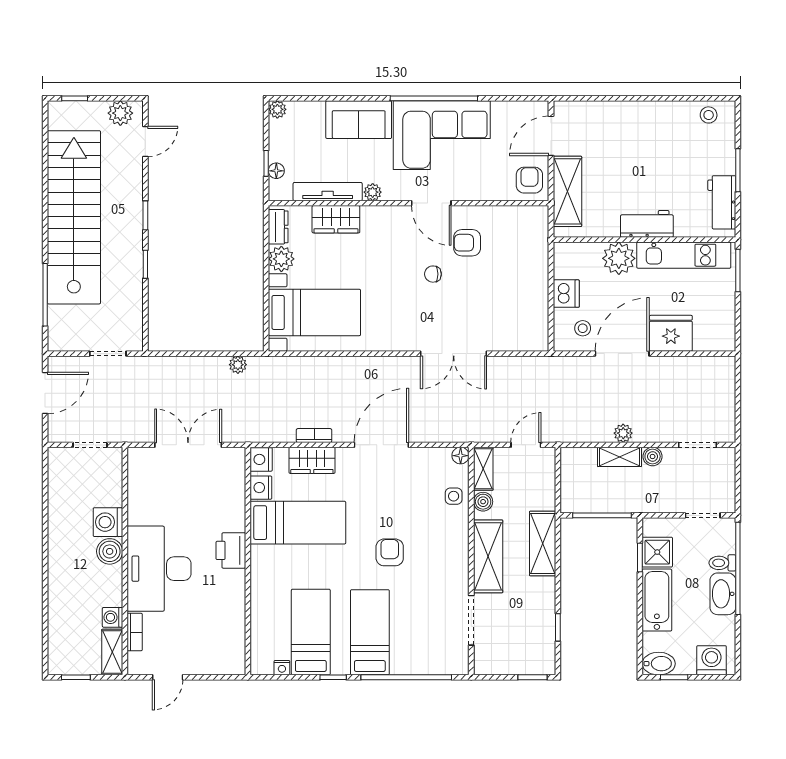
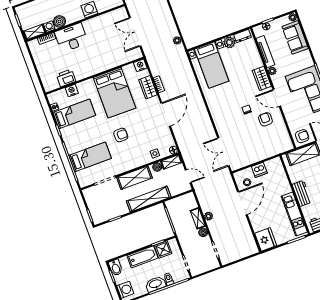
sofa: (359, 120) -> (295, 37), moved
door: (431, 203) -> (277, 98), hinge flipped
wardrobe: (336, 219) -> (262, 78), moved
plant: (619, 258) -> (283, 187), removed
fridge: (671, 333) -> (266, 239), moved
double door: (454, 354) -> (224, 152), moved
door: (622, 354) -> (242, 203), hinge flipped
double door: (188, 445) -> (135, 32), swing flipped
door: (381, 445) -> (166, 115), hinge flipped
nightstand: (261, 488) -> (72, 90), moved
bed: (298, 523) -> (114, 93), width x1.50
shelving: (543, 543) -> (149, 199), width x1.47
printer: (231, 550) -> (66, 78), moved
boiler: (110, 551) -> (60, 21), moved
desk: (159, 569) -> (71, 37), width x0.73, depth x0.77
bed: (370, 632) -> (90, 157), moved
door: (168, 677) -> (32, 60), removed

